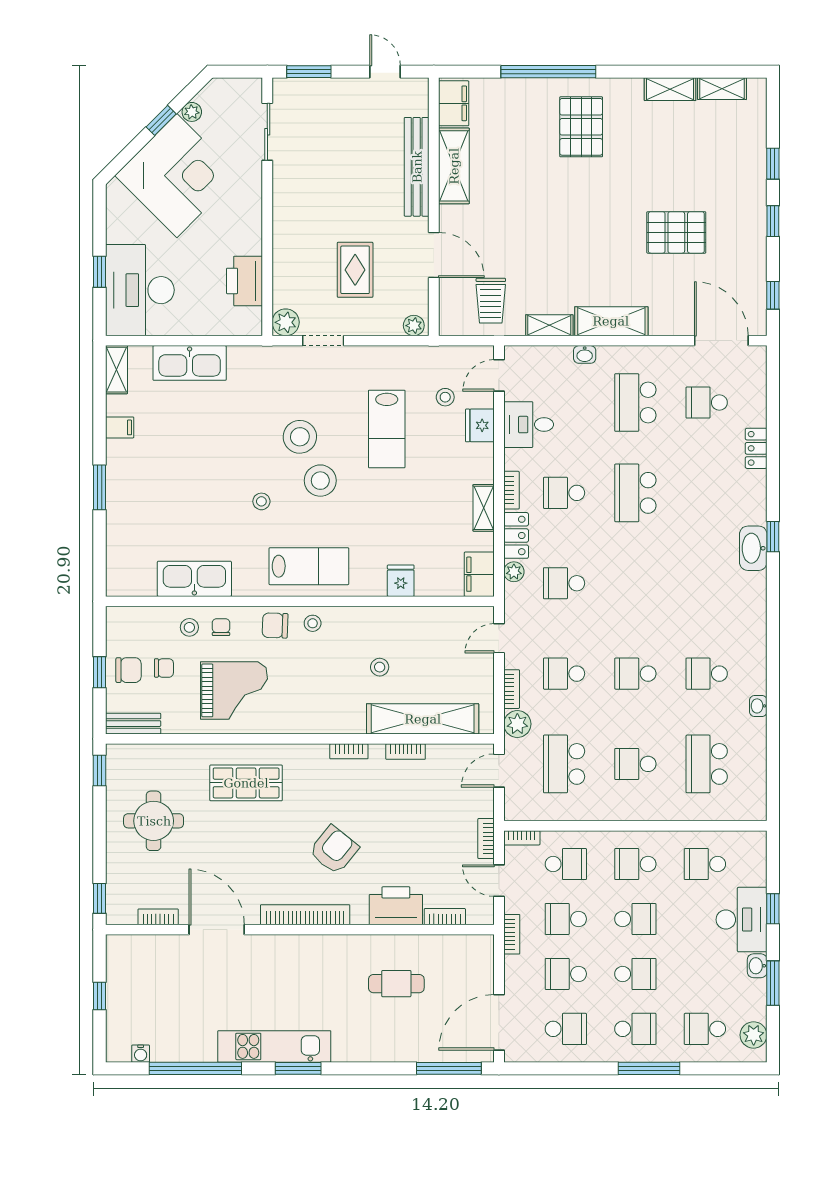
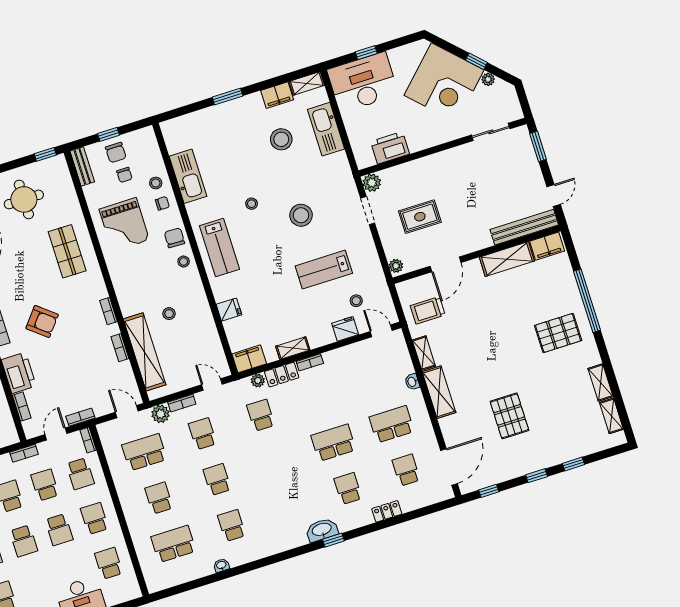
bench: (417, 167) -> (524, 227), moved
desk: (529, 425) -> (356, 360), removed
filing cabinet: (120, 427) -> (277, 95), width x2.00
stool: (320, 481) -> (281, 139), moved
school desk: (564, 493) -> (348, 489), moved

